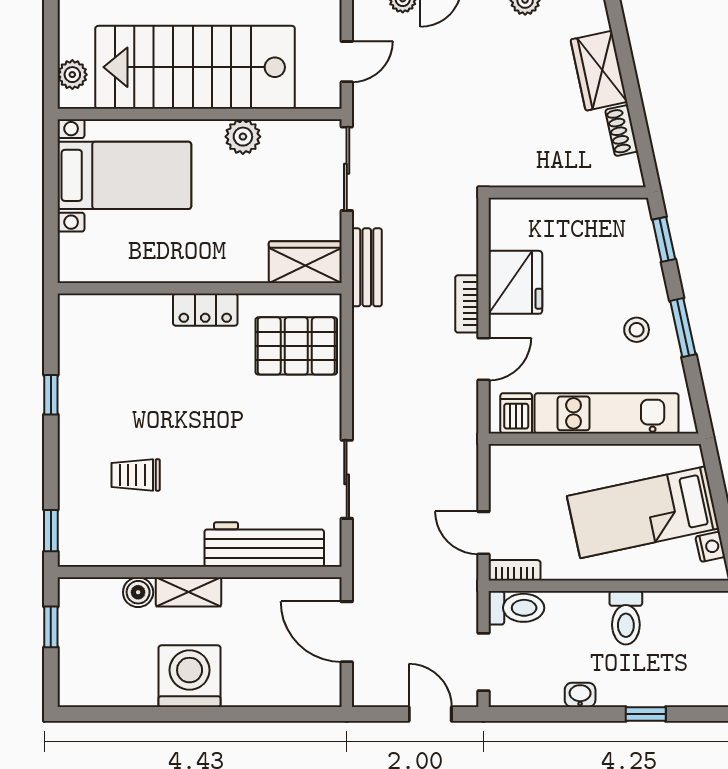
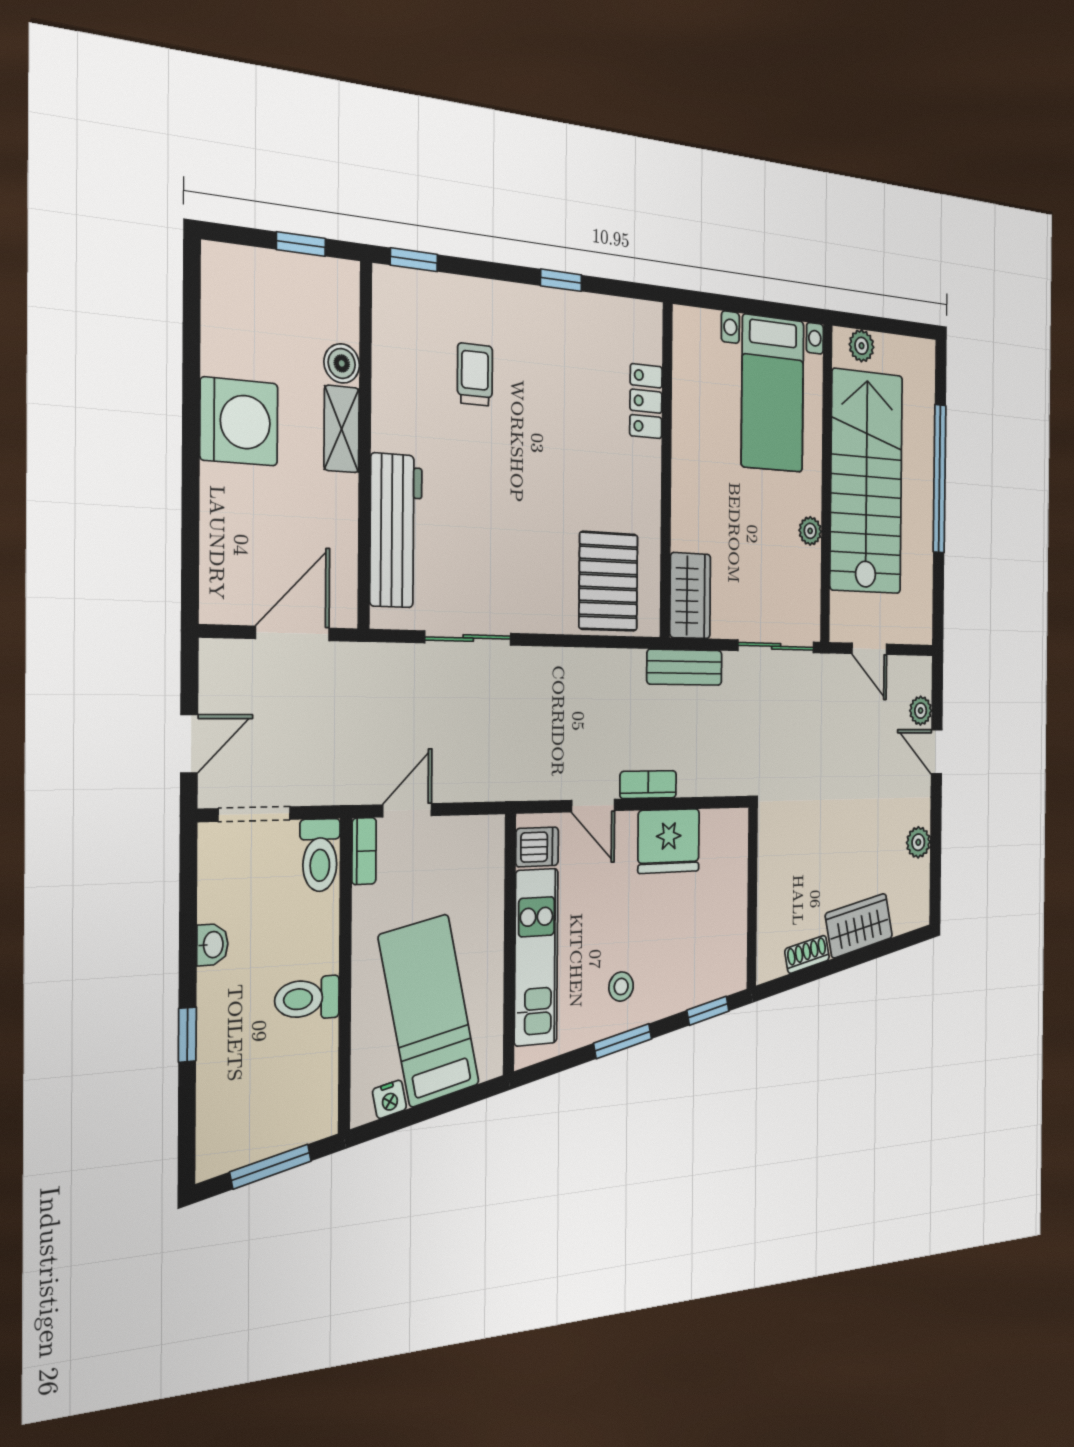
plant: (243, 137) -> (810, 531), width x0.73, depth x0.73
locker: (205, 310) -> (646, 401), moved

